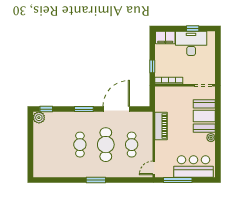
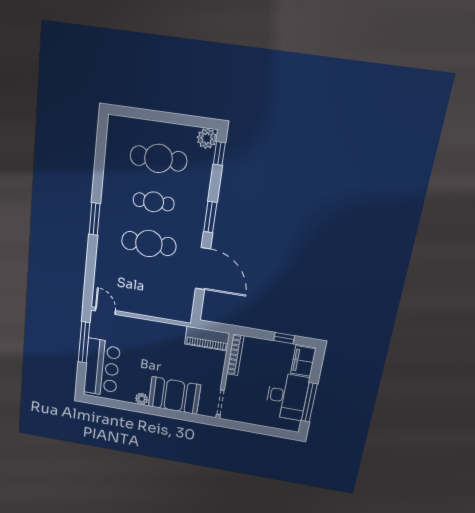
window: (193, 29) -> (309, 402), width x2.17
window: (152, 66) -> (284, 338), moved
piano: (161, 126) -> (207, 339), moved
cafe table: (132, 145) -> (158, 158), moved, width x1.37, depth x1.35

